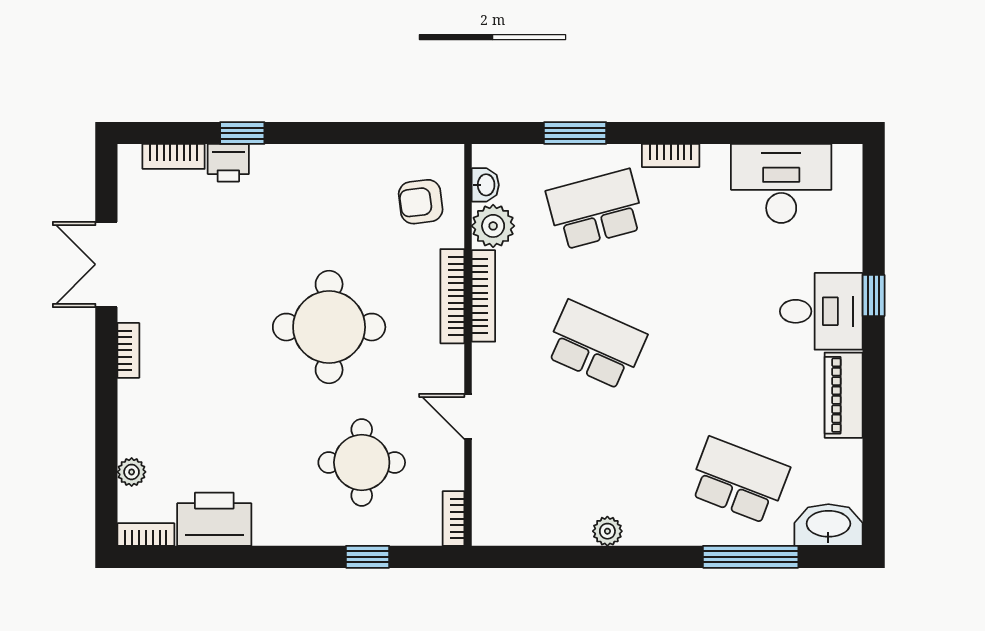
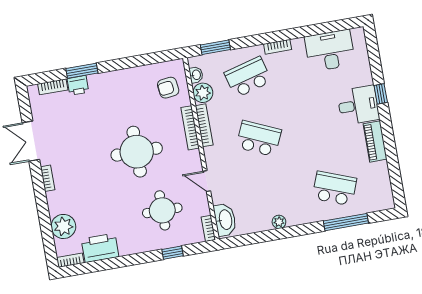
window: (242, 133) -> (82, 71), width x1.50
window: (575, 133) -> (215, 47), moved
plant: (132, 472) -> (63, 226), width x1.87, depth x1.87
washbasin: (828, 525) -> (225, 220), moved, turned 90

